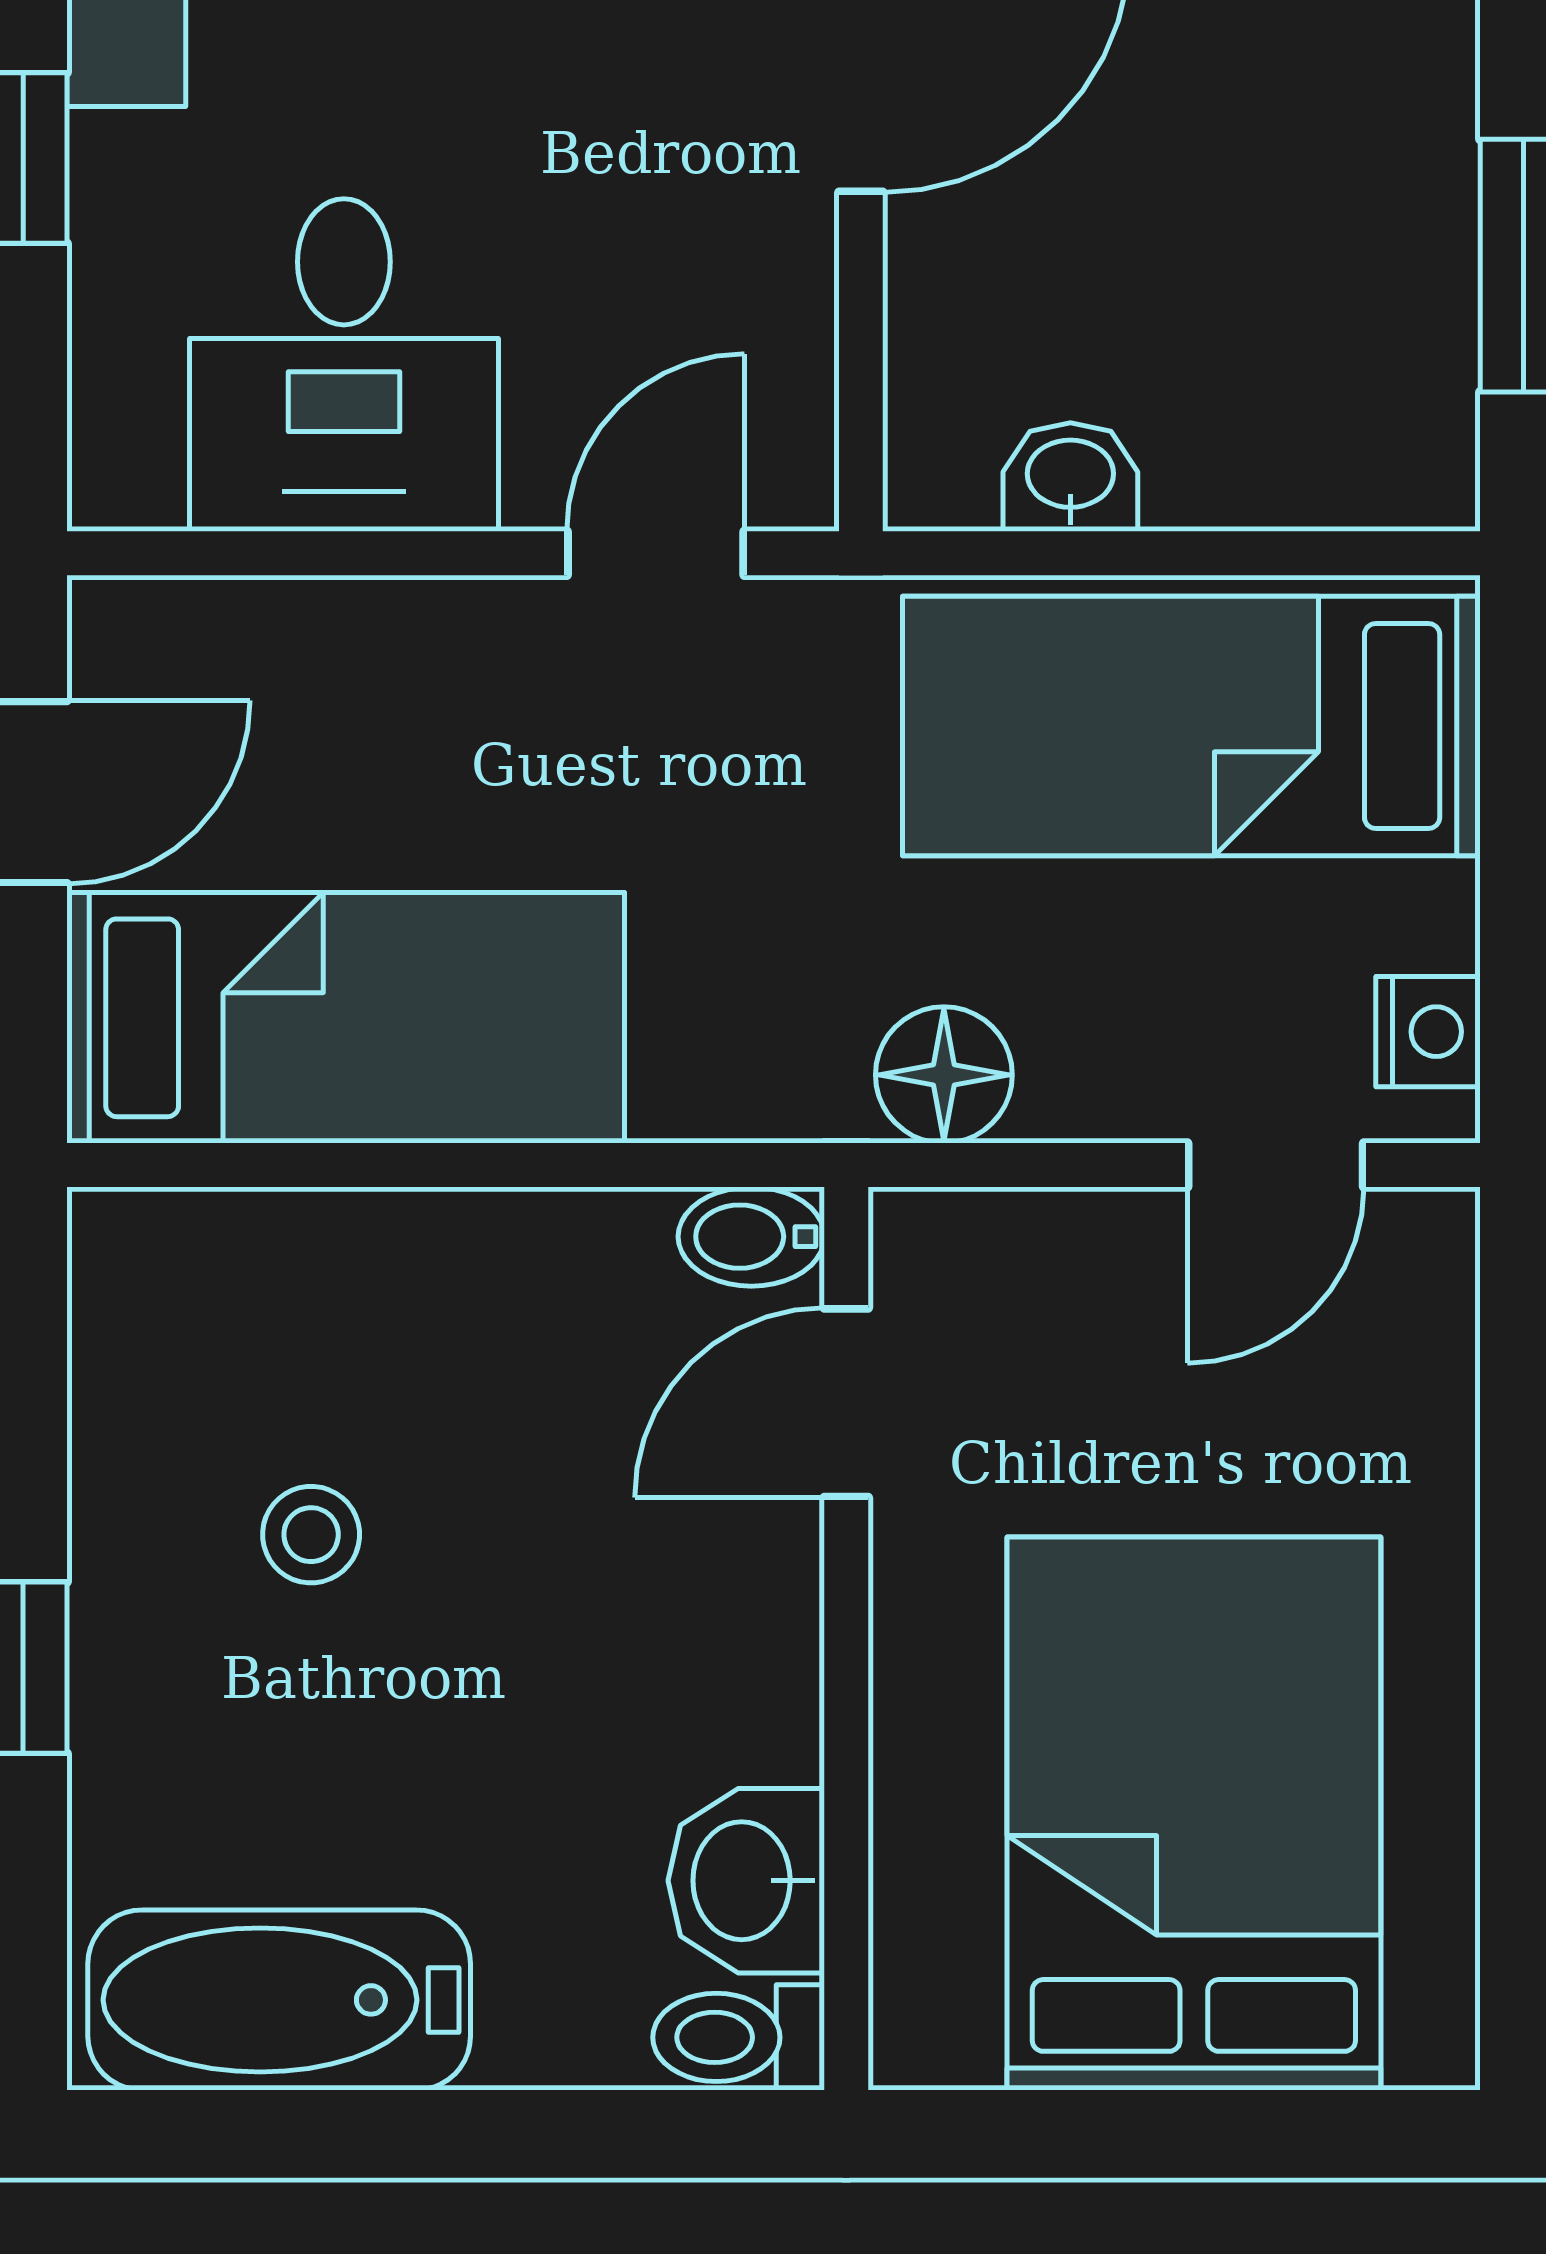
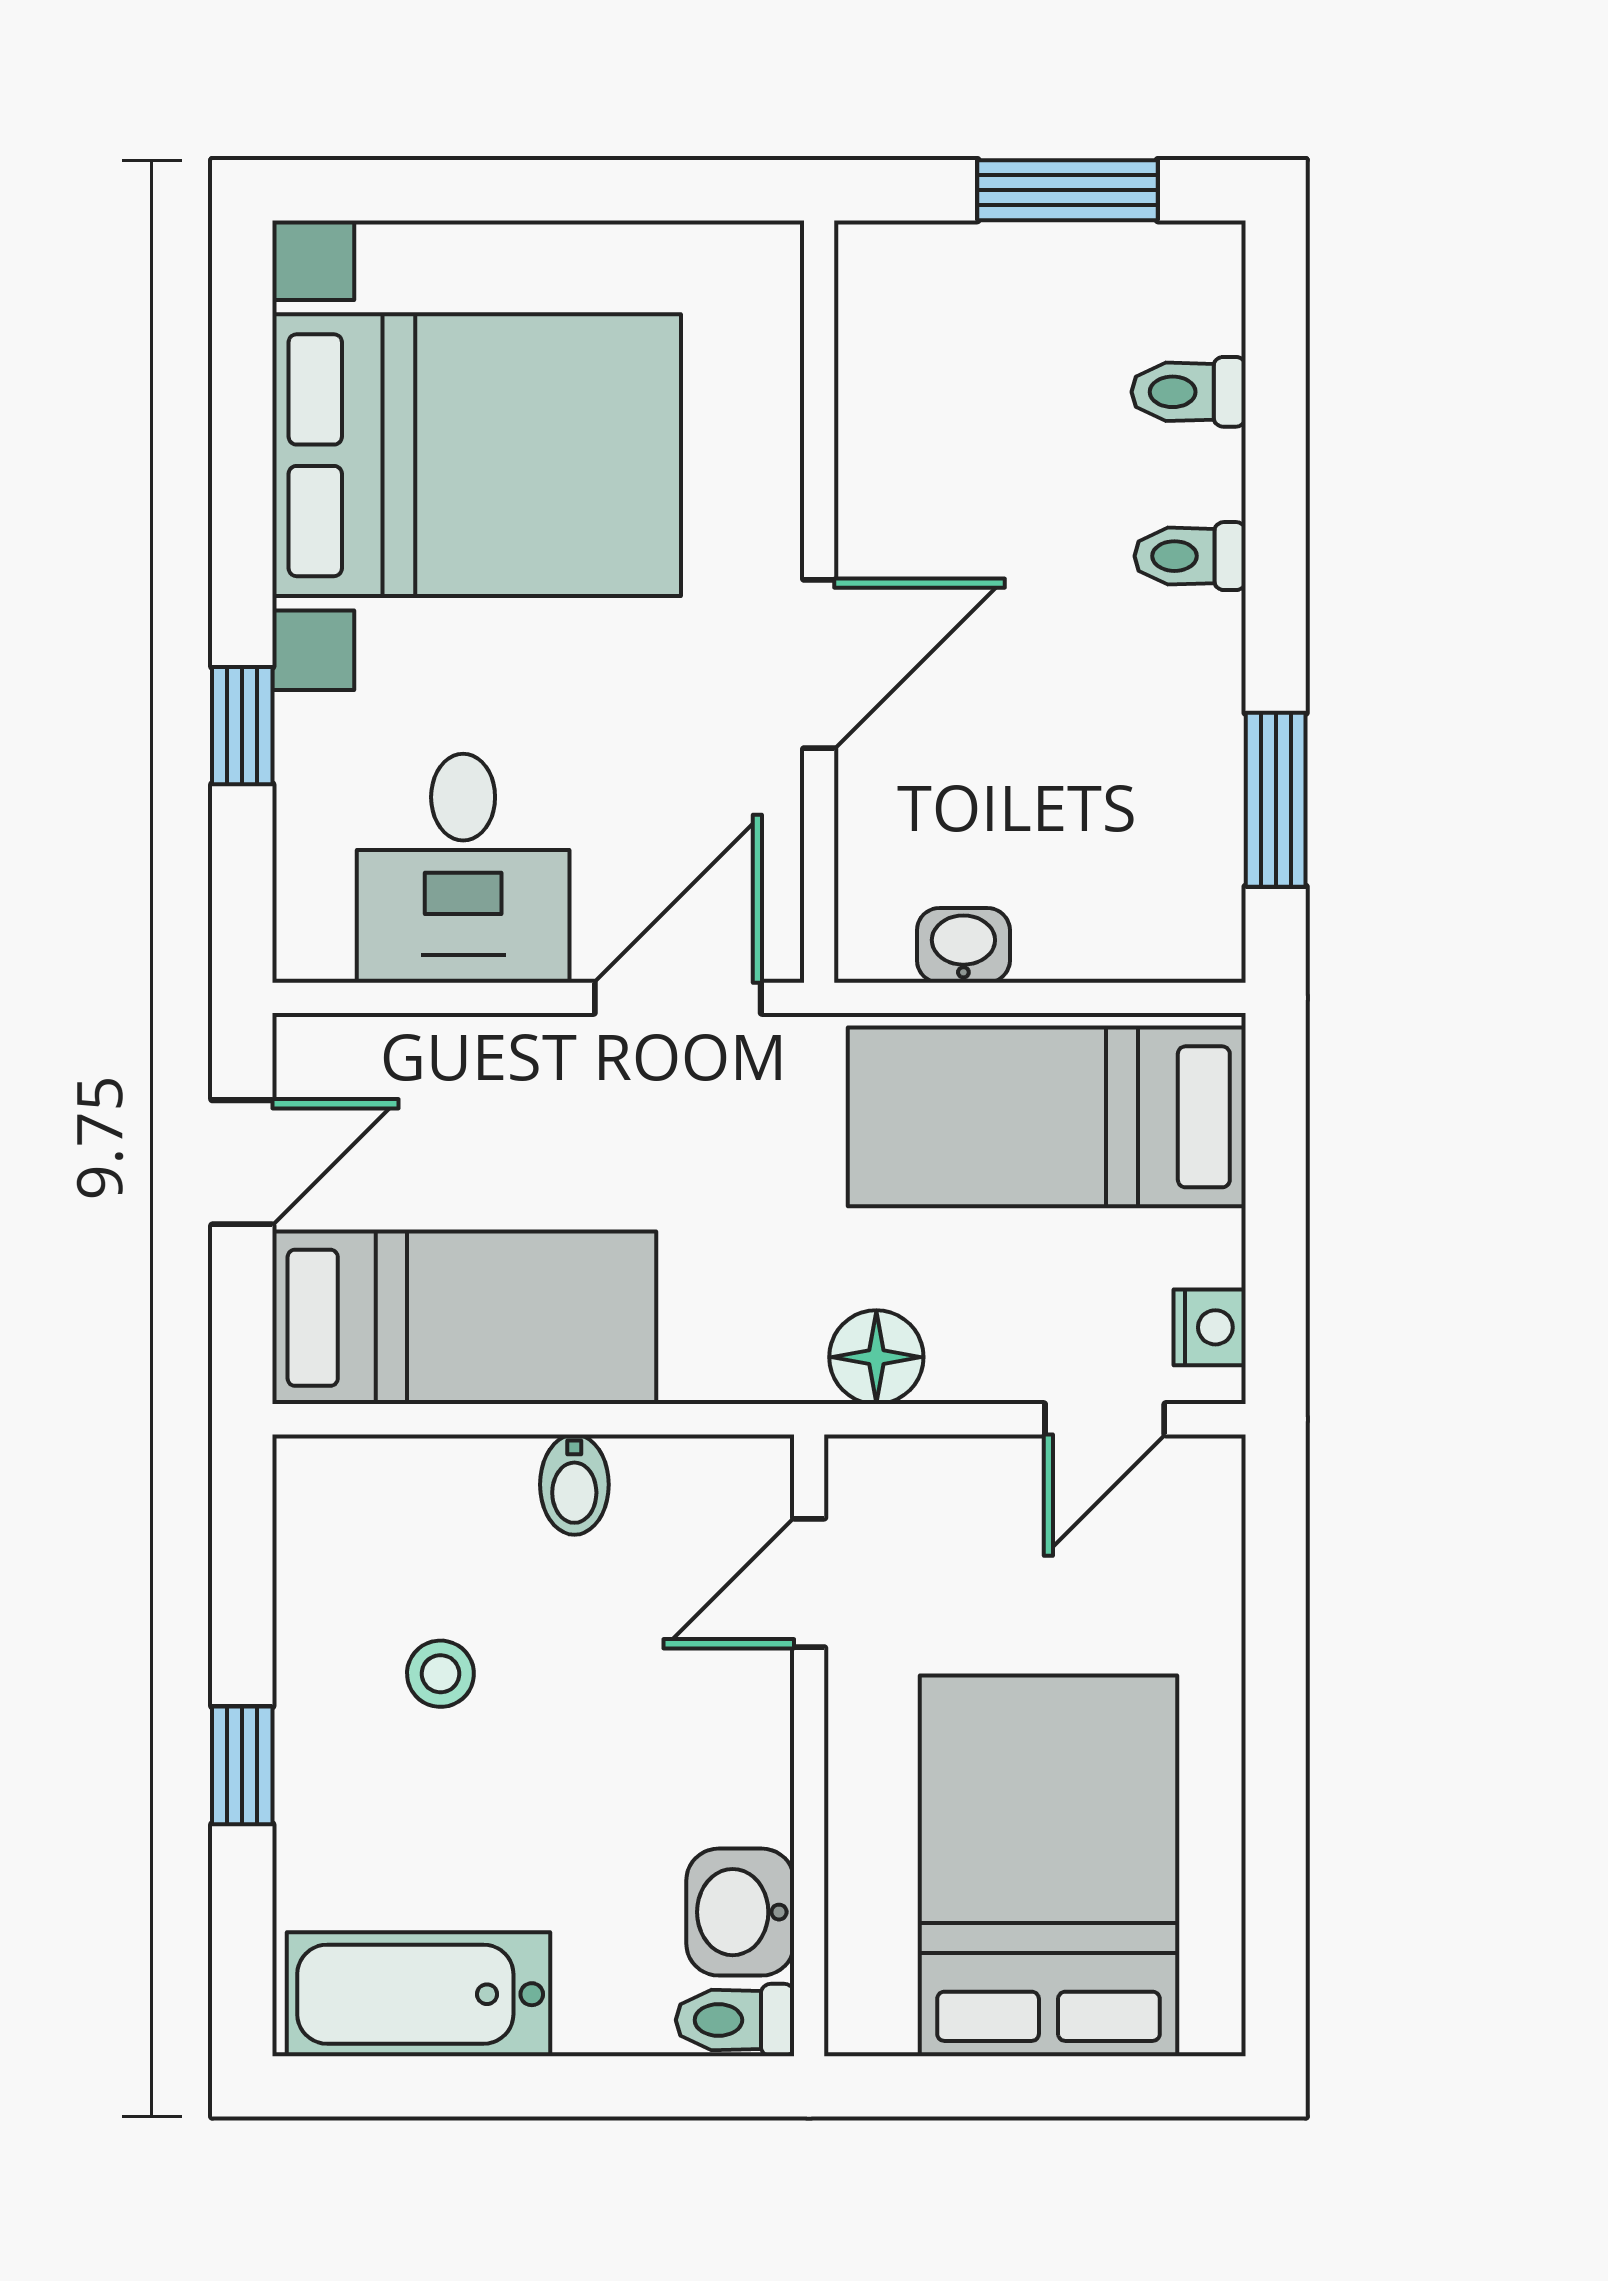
door: (656, 553) -> (678, 998), width x1.37
bidet: (751, 1237) -> (574, 1485), moved, turned -90

